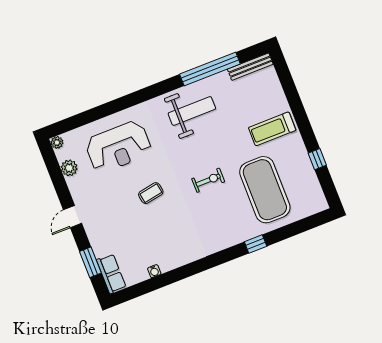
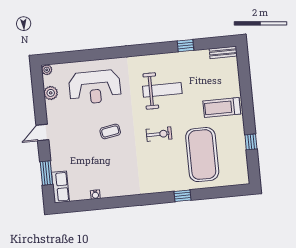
bench: (250, 67) -> (223, 52), width x0.73
window: (210, 69) -> (186, 46), width x0.32
weight bench: (192, 111) -> (162, 90), moved

